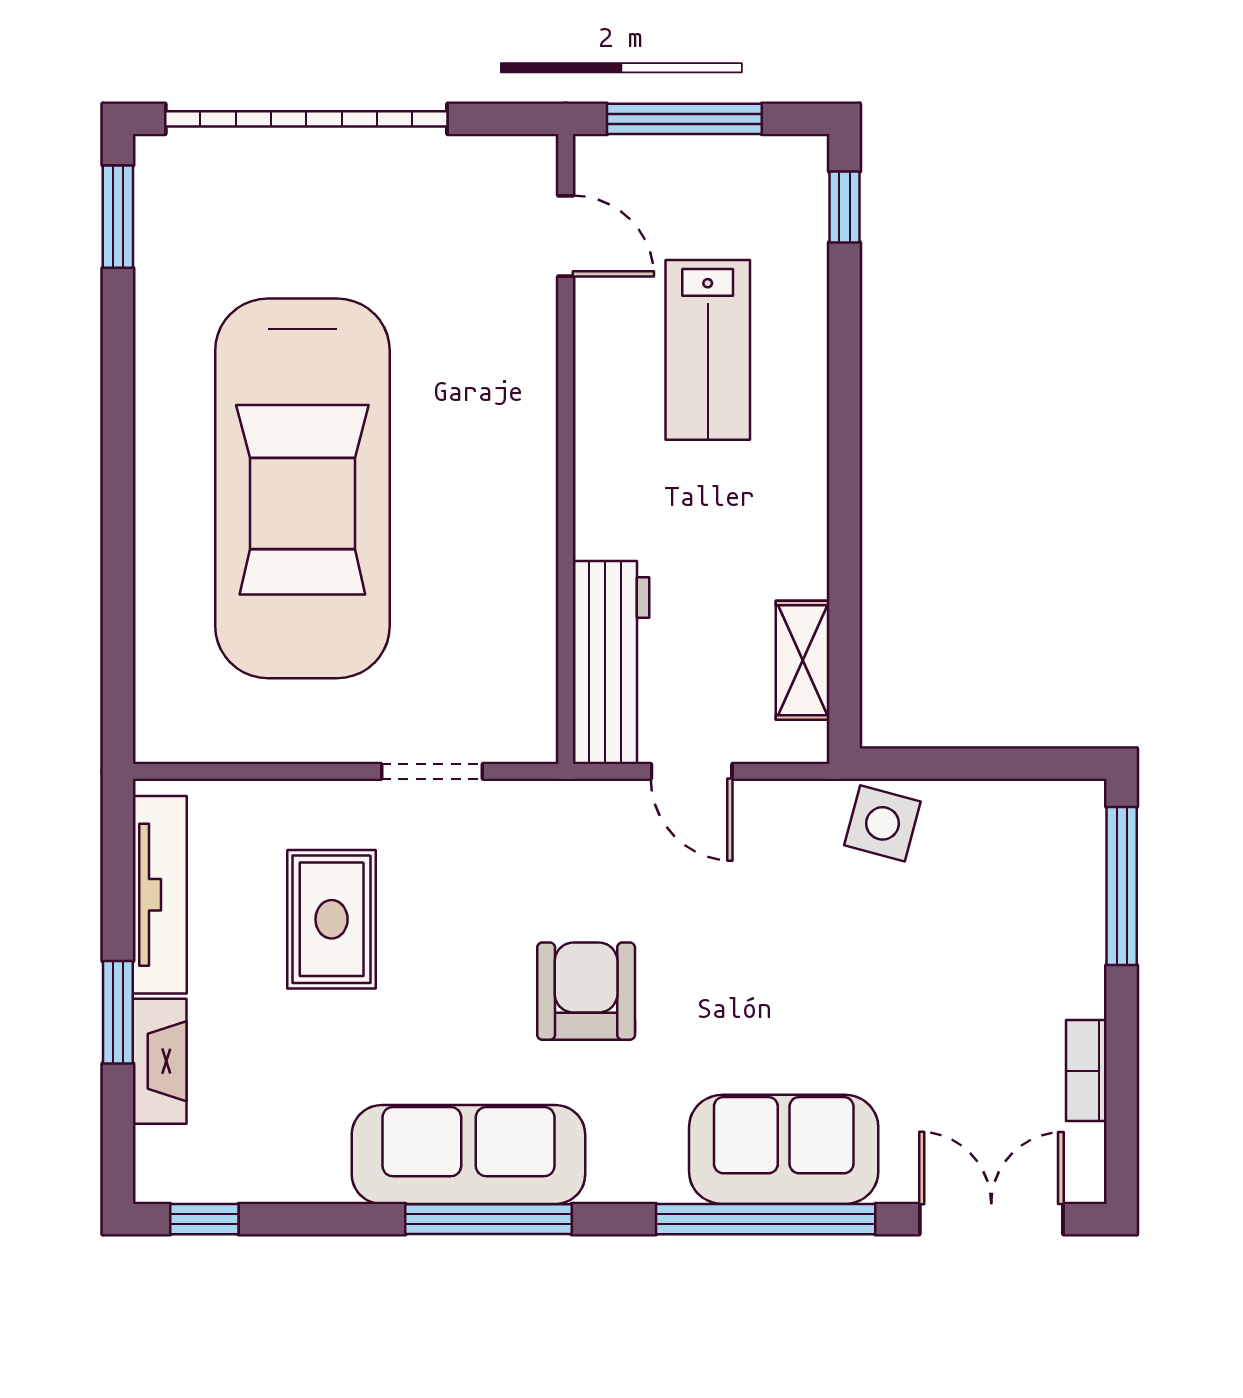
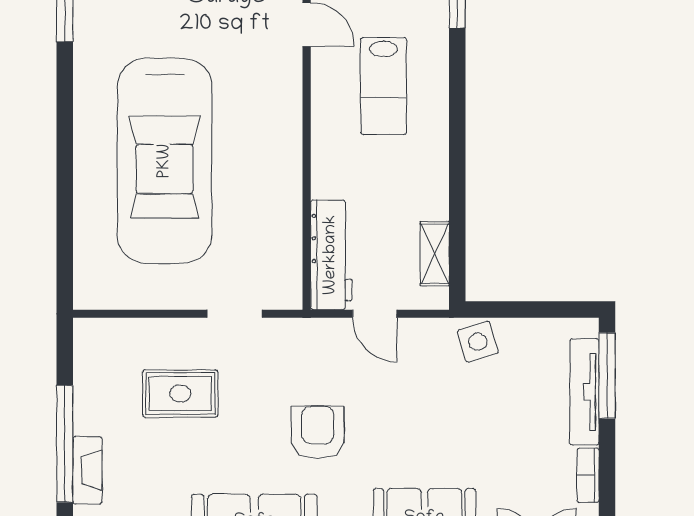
side table: (882, 823) -> (478, 342), turned -32
tv unit: (160, 895) -> (584, 392), moved, turned 180
rug: (332, 919) -> (180, 394), turned 90
window: (118, 1012) -> (65, 444), width x2.11

